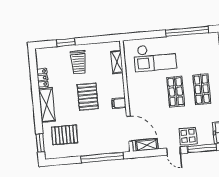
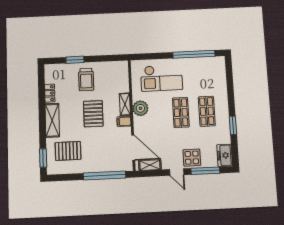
shelving: (117, 62) -> (125, 104), moved
plant: (135, 89) -> (140, 108), added

